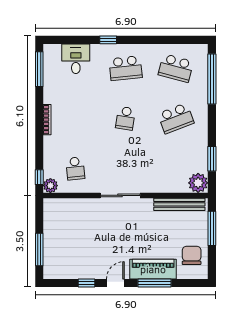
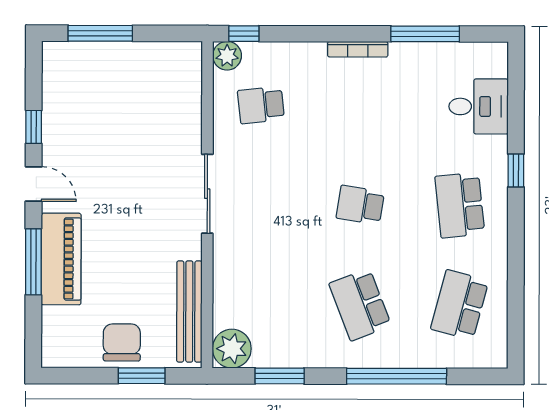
window: (39, 69) -> (425, 34), moved
window: (212, 79) -> (397, 376), moved
window: (212, 228) -> (142, 376), width x0.69
chair: (192, 255) -> (122, 342), moved, turned -90

